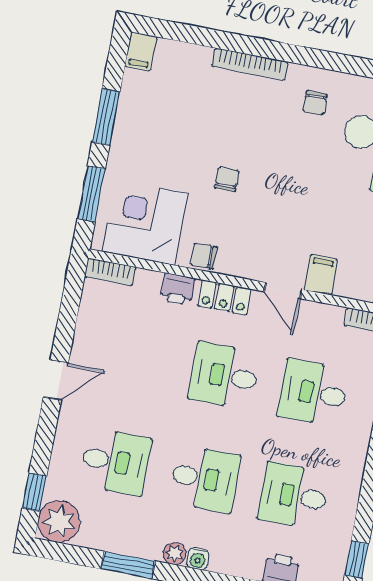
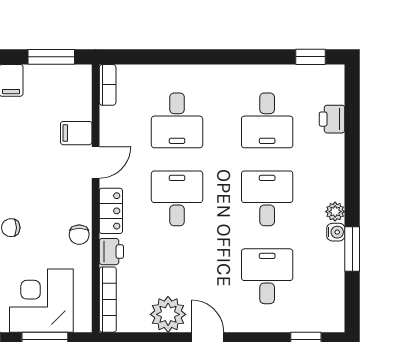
corner desk: (145, 222) -> (41, 301), moved, turned 90
bookcase: (110, 272) -> (108, 300), width x1.56
desk: (224, 376) -> (177, 198), turned 180
plant: (59, 522) -> (168, 314), moved
water cooler: (198, 559) -> (336, 232), moved

